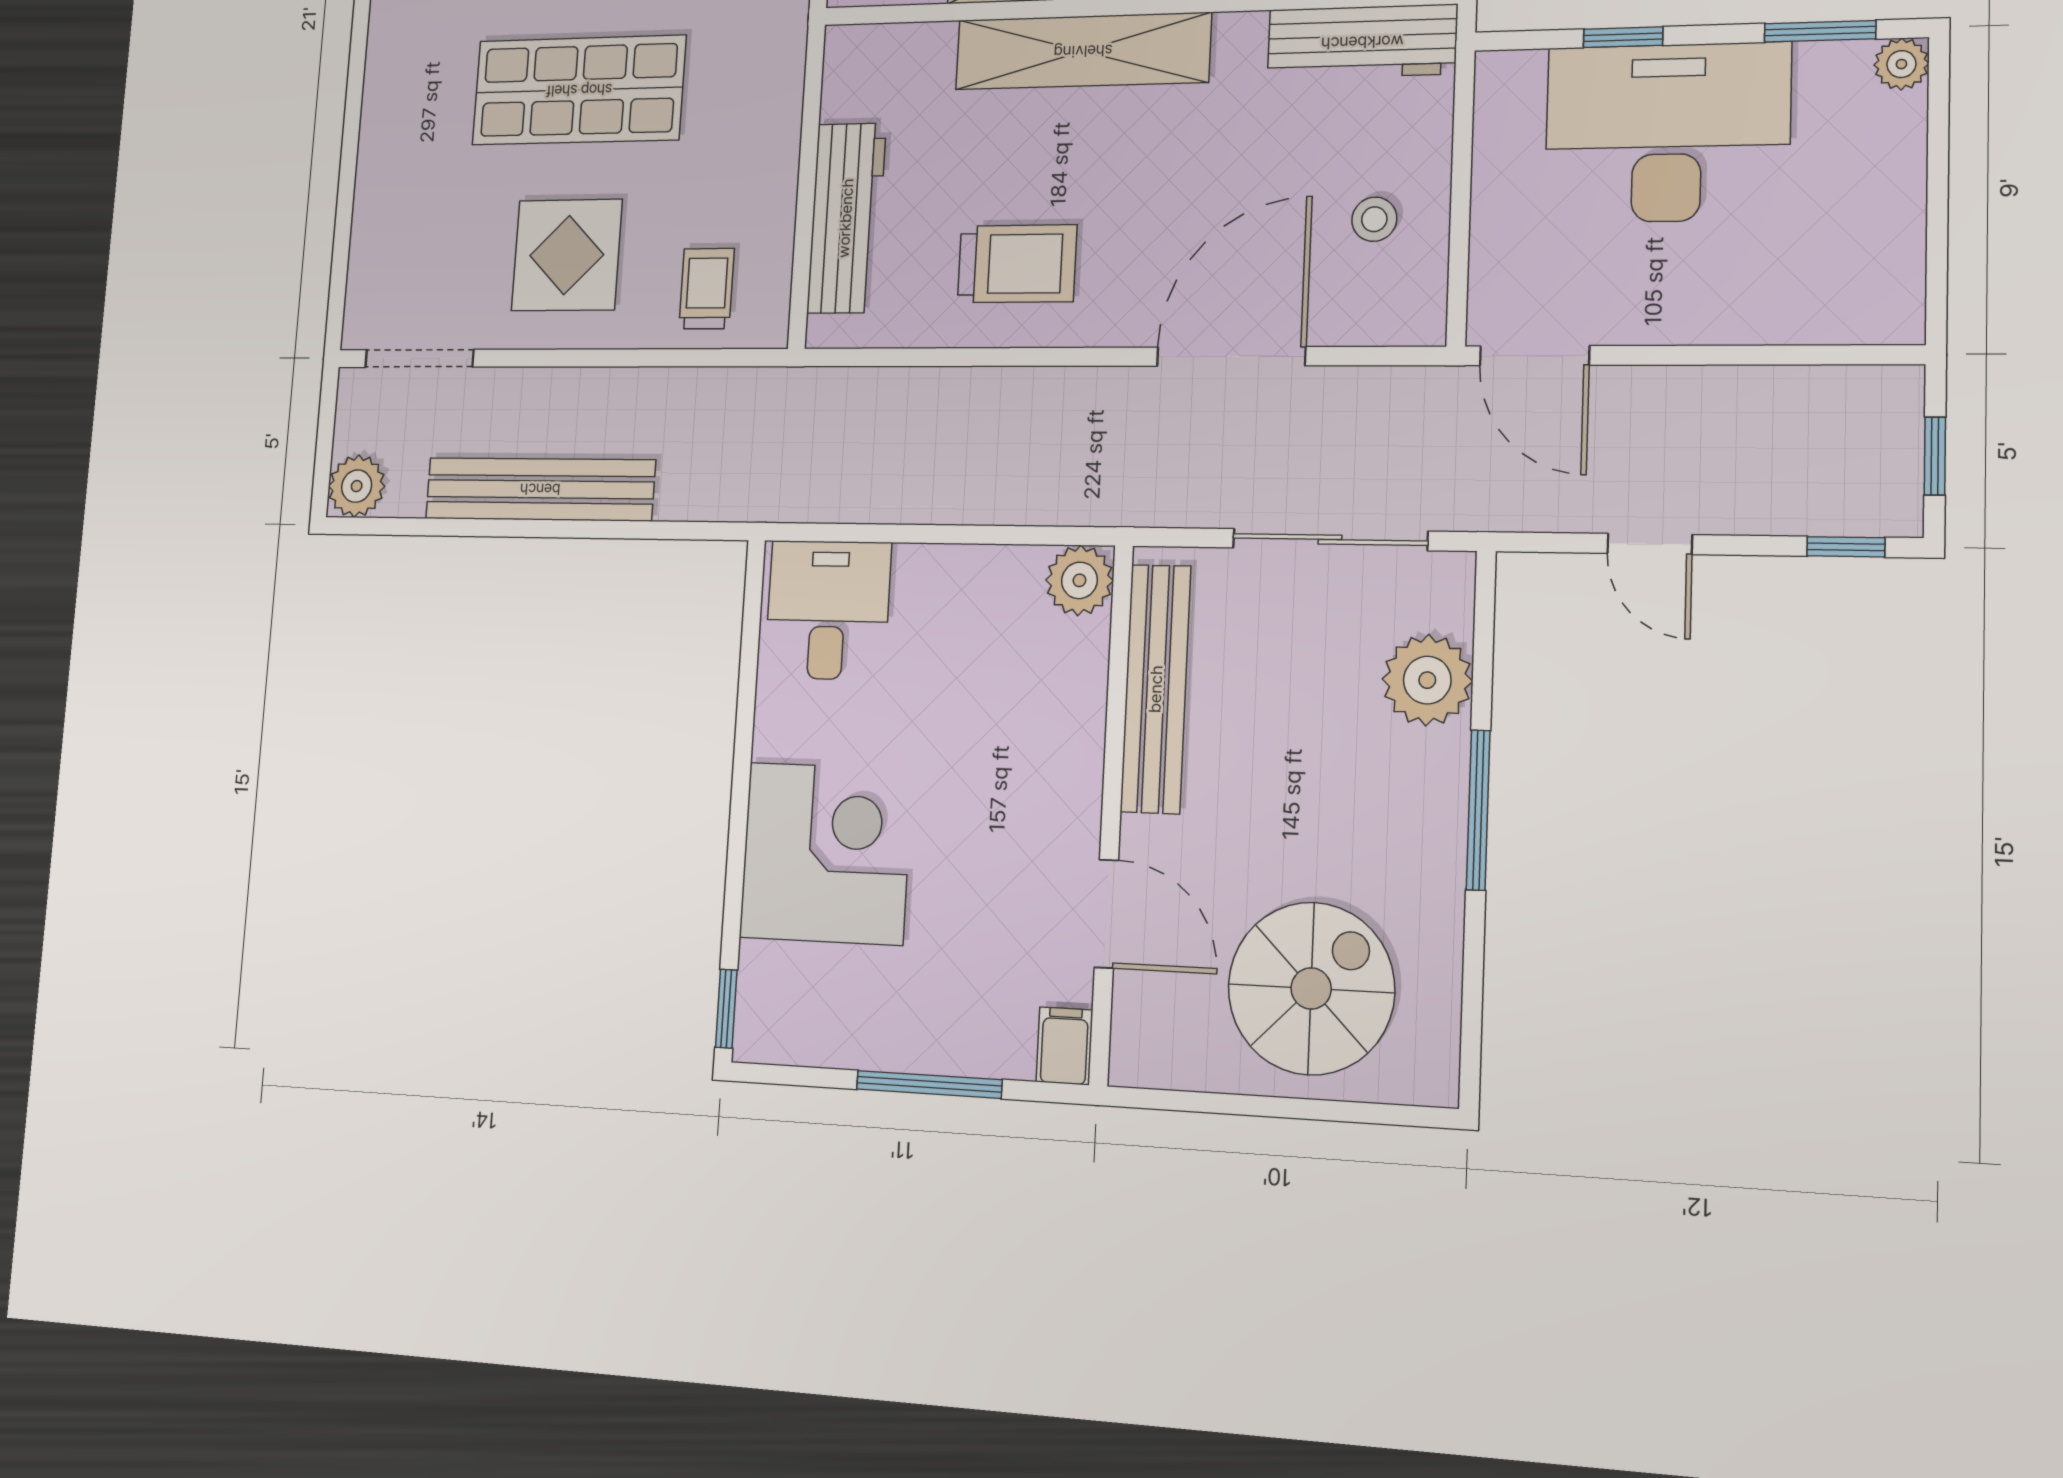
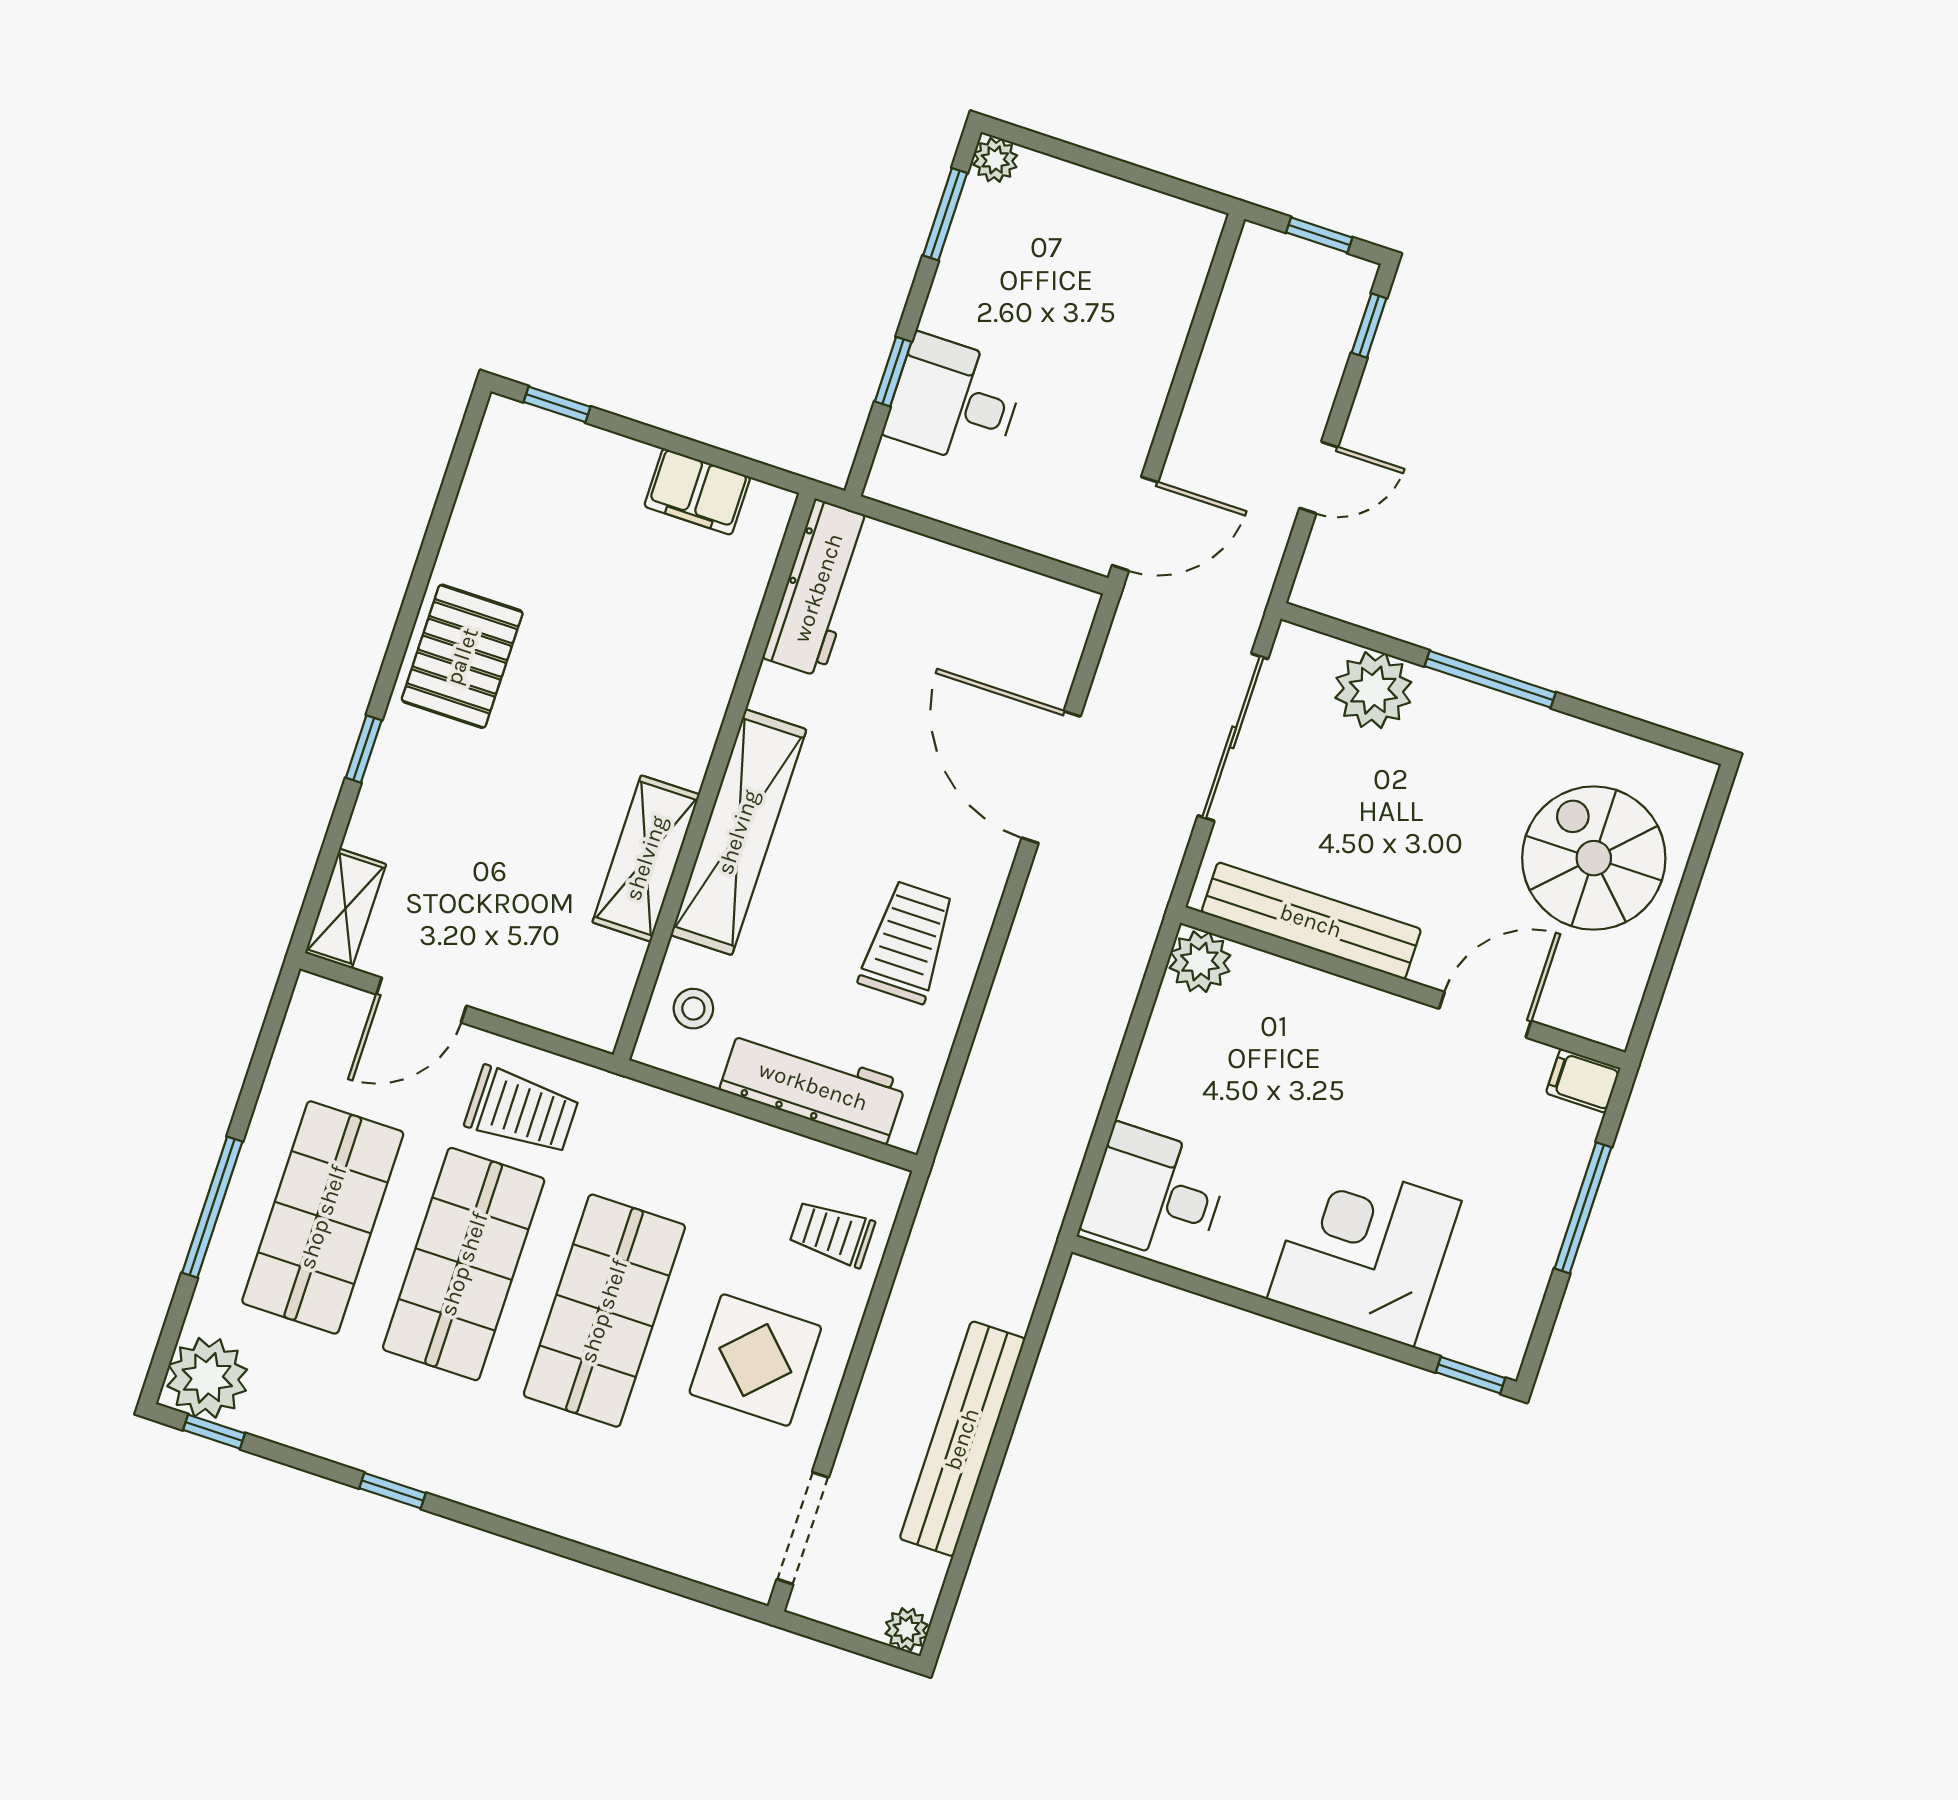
desk: (1667, 133) -> (954, 401), width x0.53, depth x0.77
stool: (1374, 219) -> (693, 1009), moved
plant: (357, 486) -> (907, 1629), width x0.73, depth x0.73

